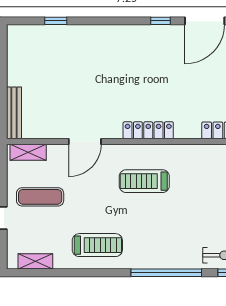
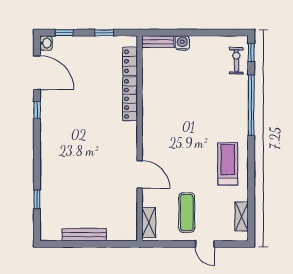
bench: (14, 113) -> (84, 235), moved
locker: (148, 130) -> (130, 99), moved
treadmill: (144, 181) -> (173, 124), removed

